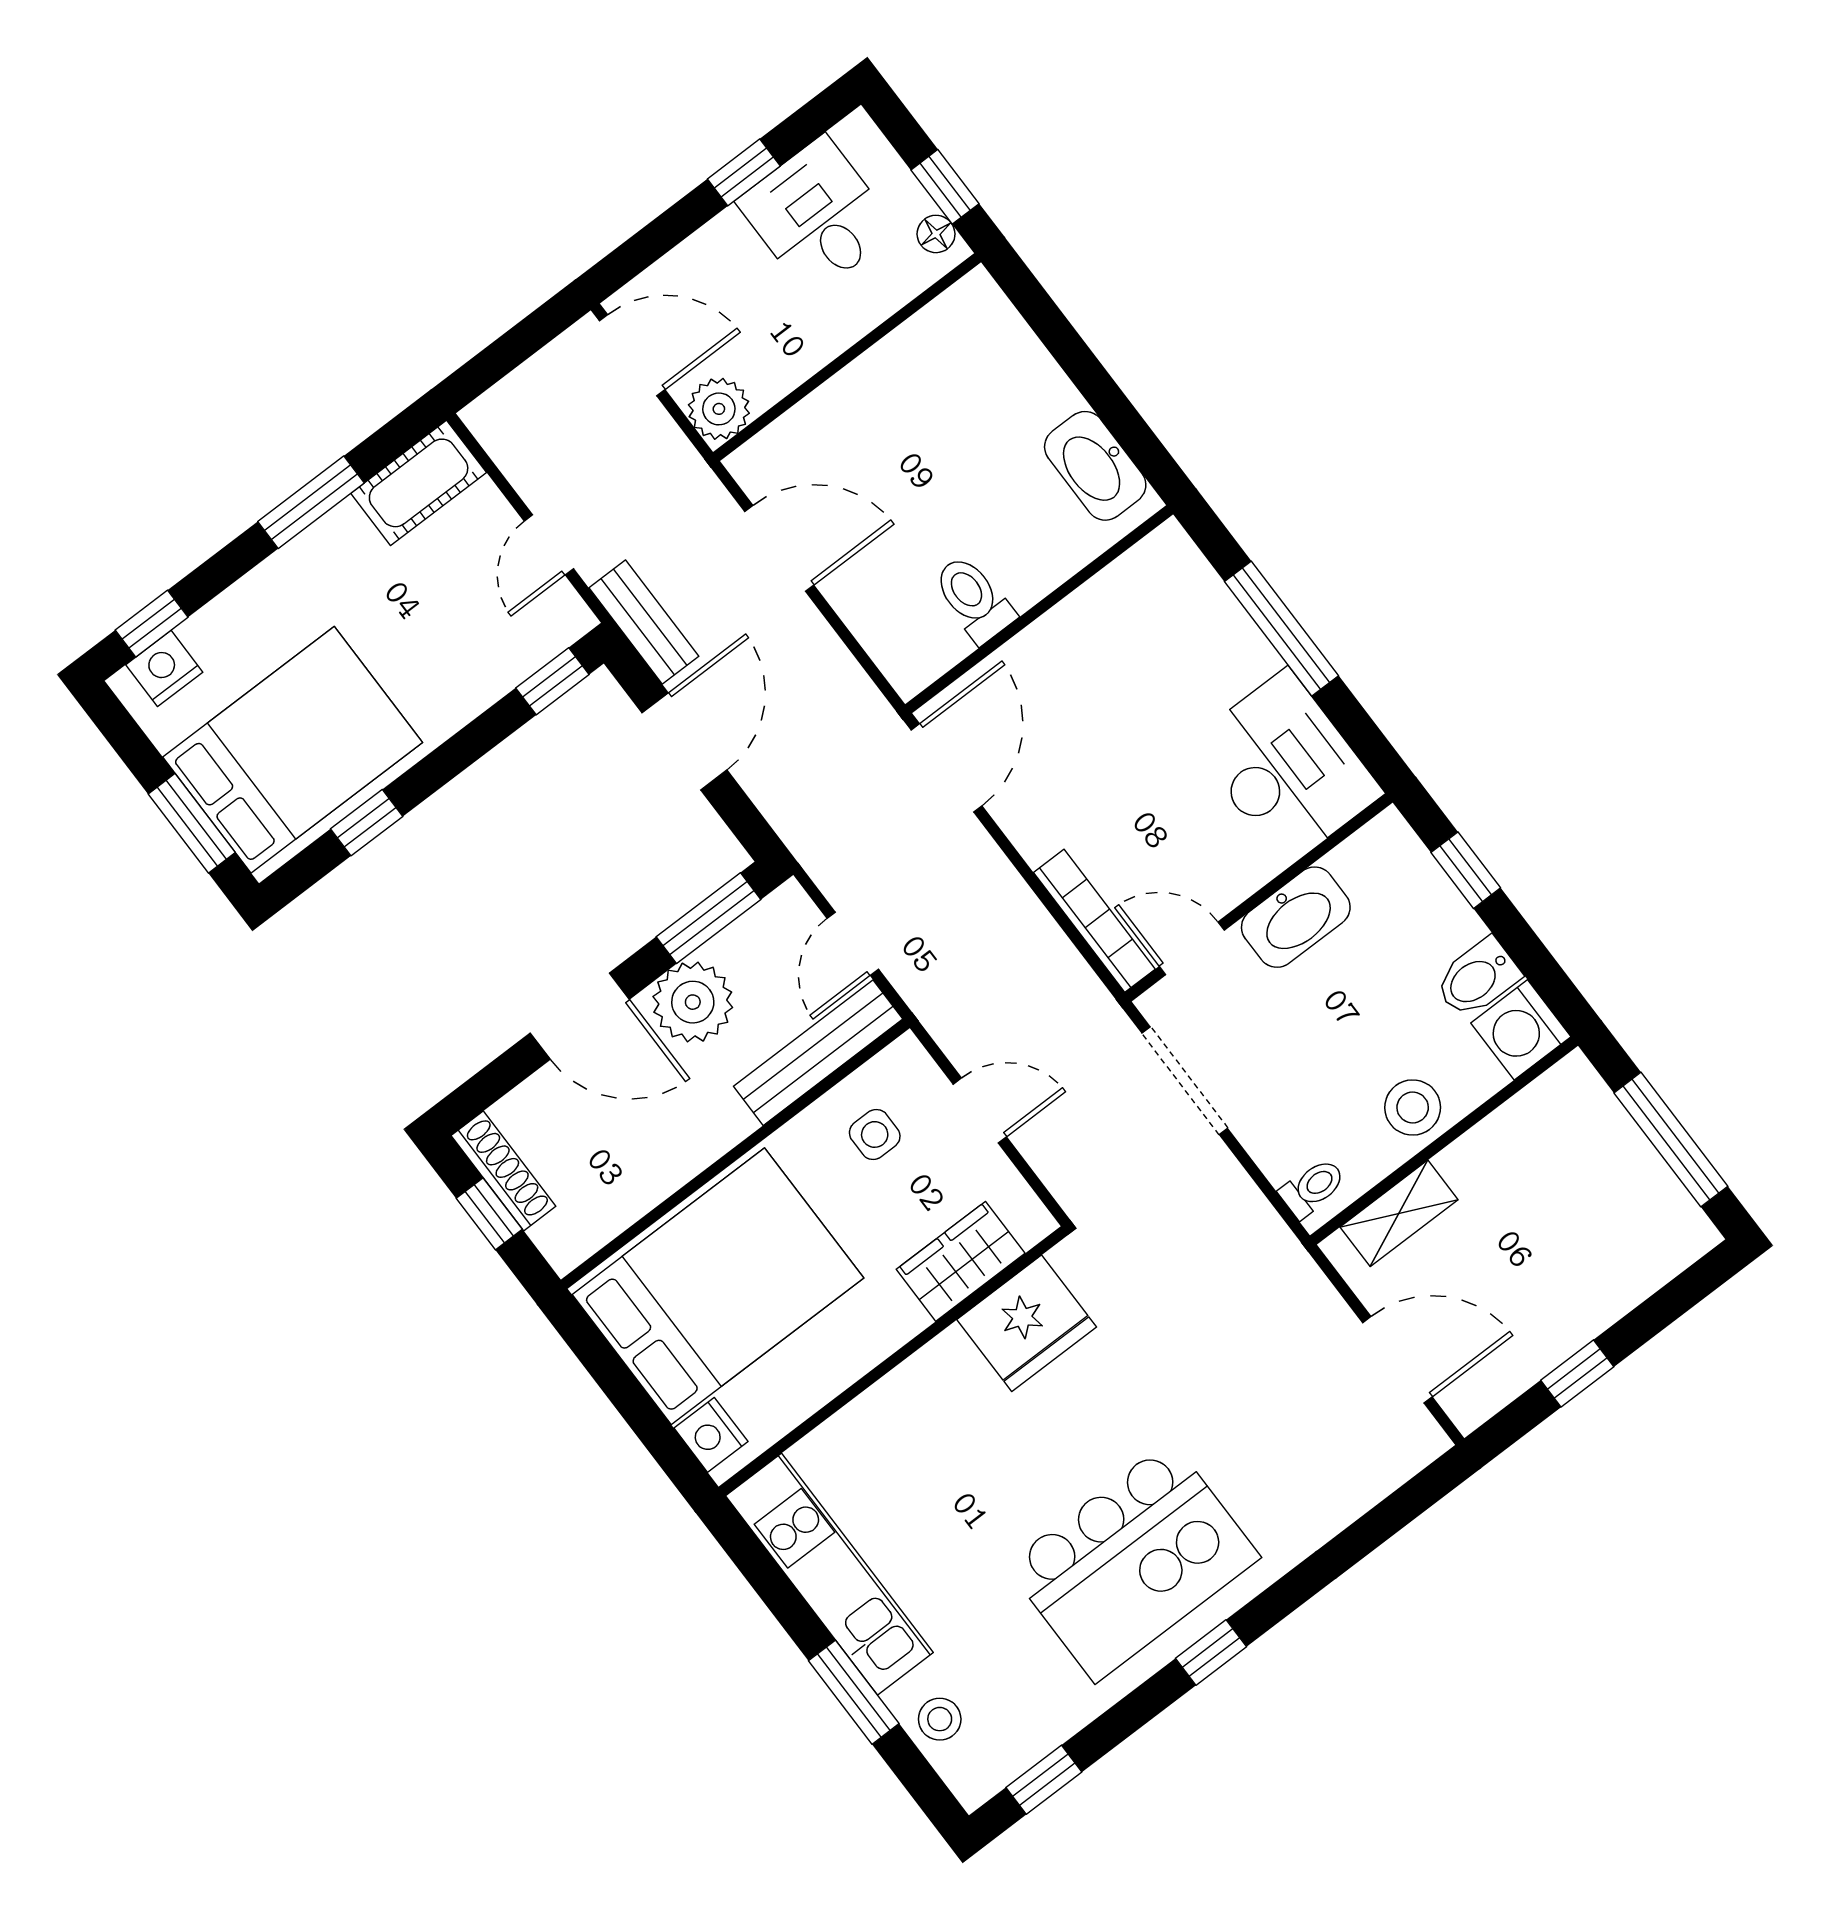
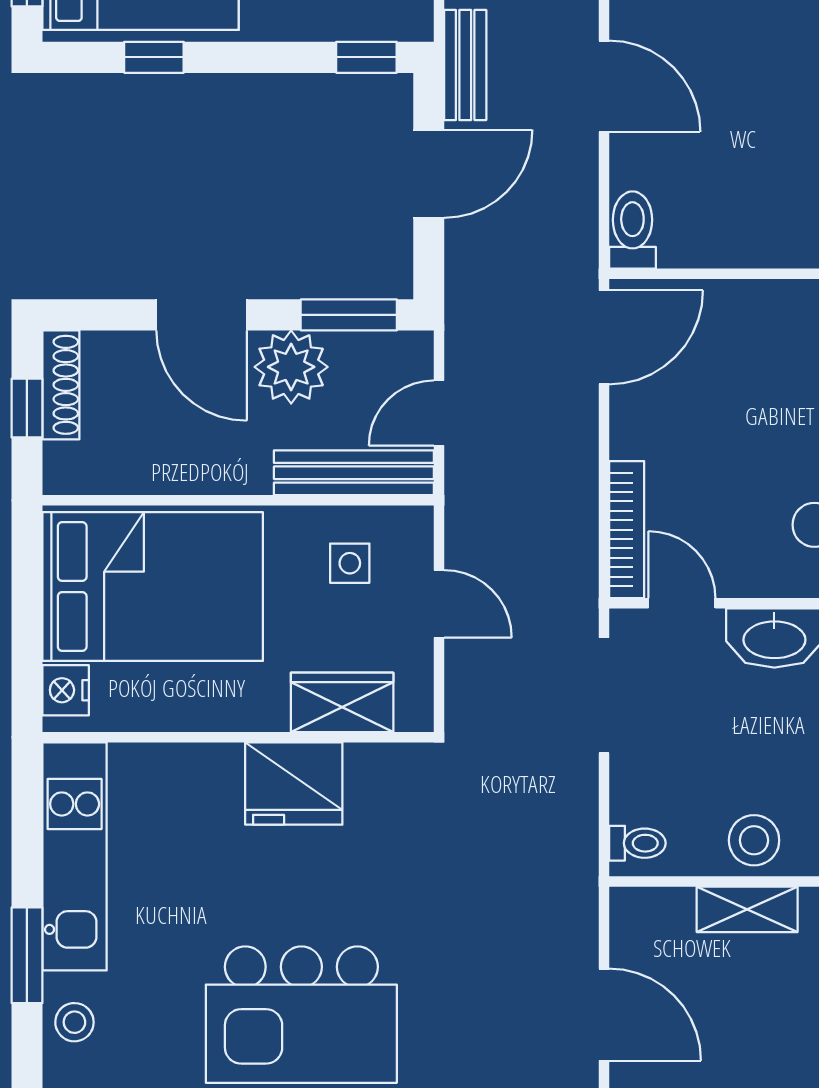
toilet: (974, 599) -> (632, 230), moved
shelving: (1399, 1213) -> (747, 909), moved
fridge: (1027, 1323) -> (294, 784), moved

